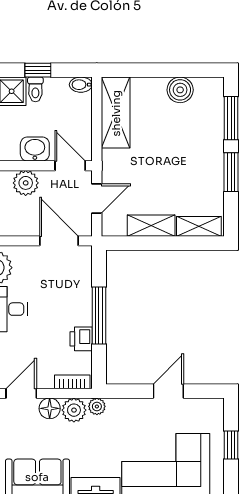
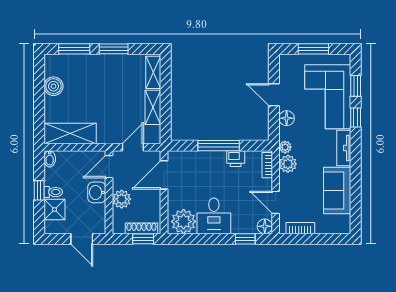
door: (97, 198) -> (133, 147), hinge flipped
floor lamp: (50, 408) -> (287, 118), moved
window: (231, 445) -> (313, 49), width x1.50

